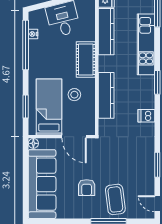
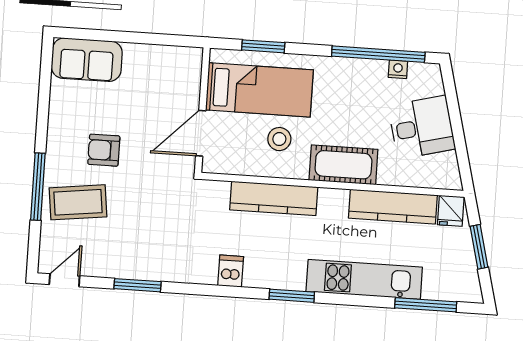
floor lamp: (33, 143) -> (193, 56), removed
sofa: (42, 184) -> (87, 60), width x0.54, depth x0.79

